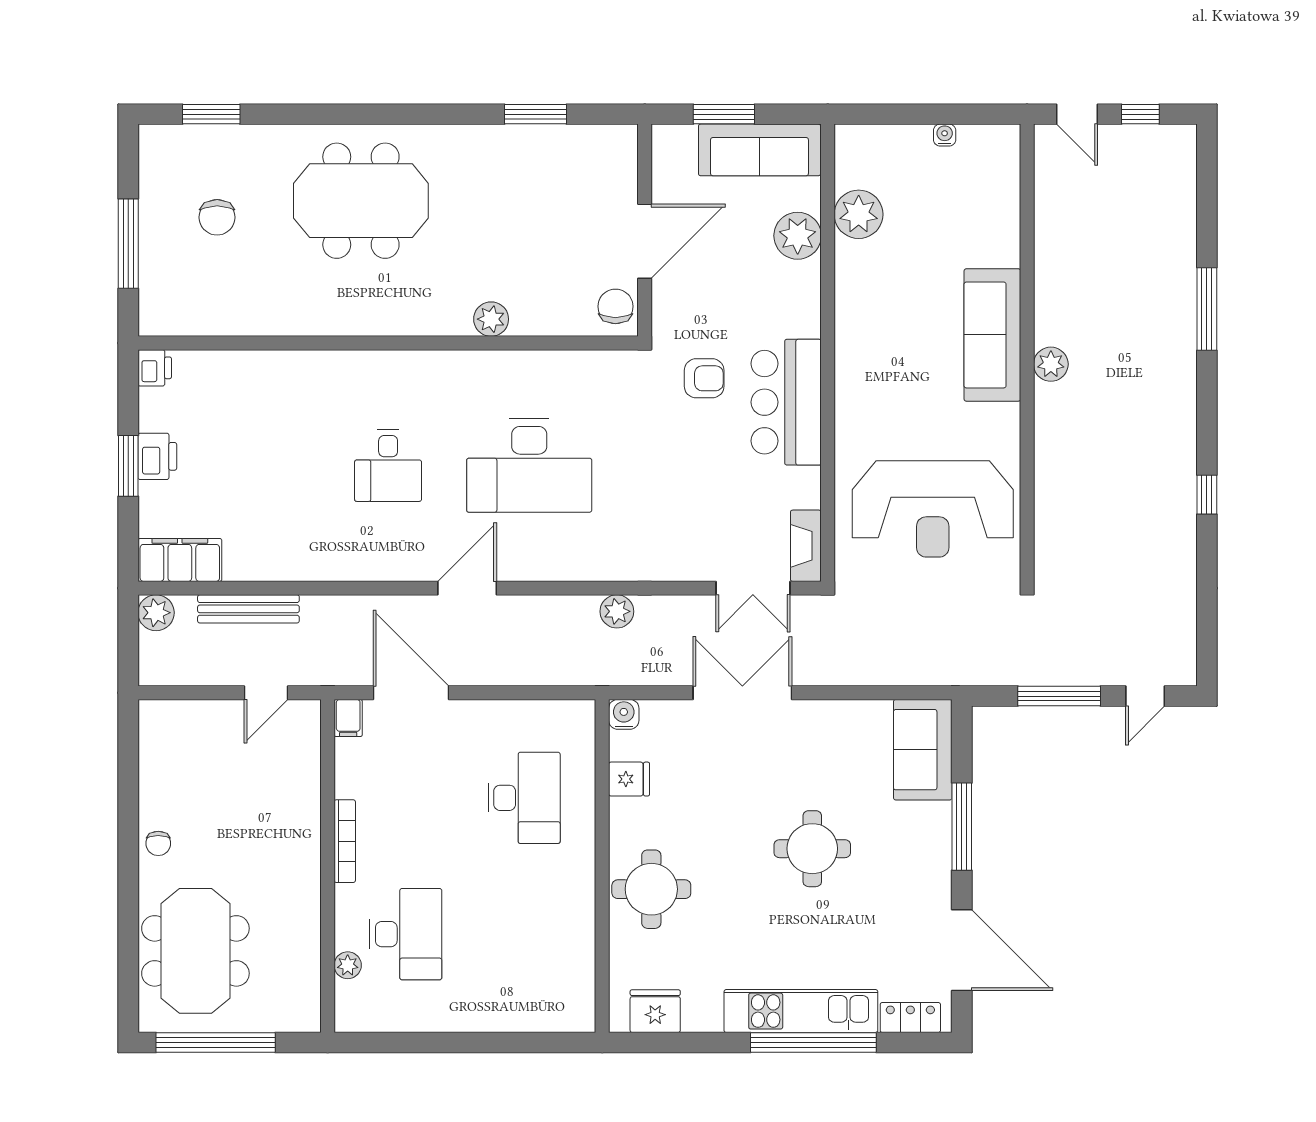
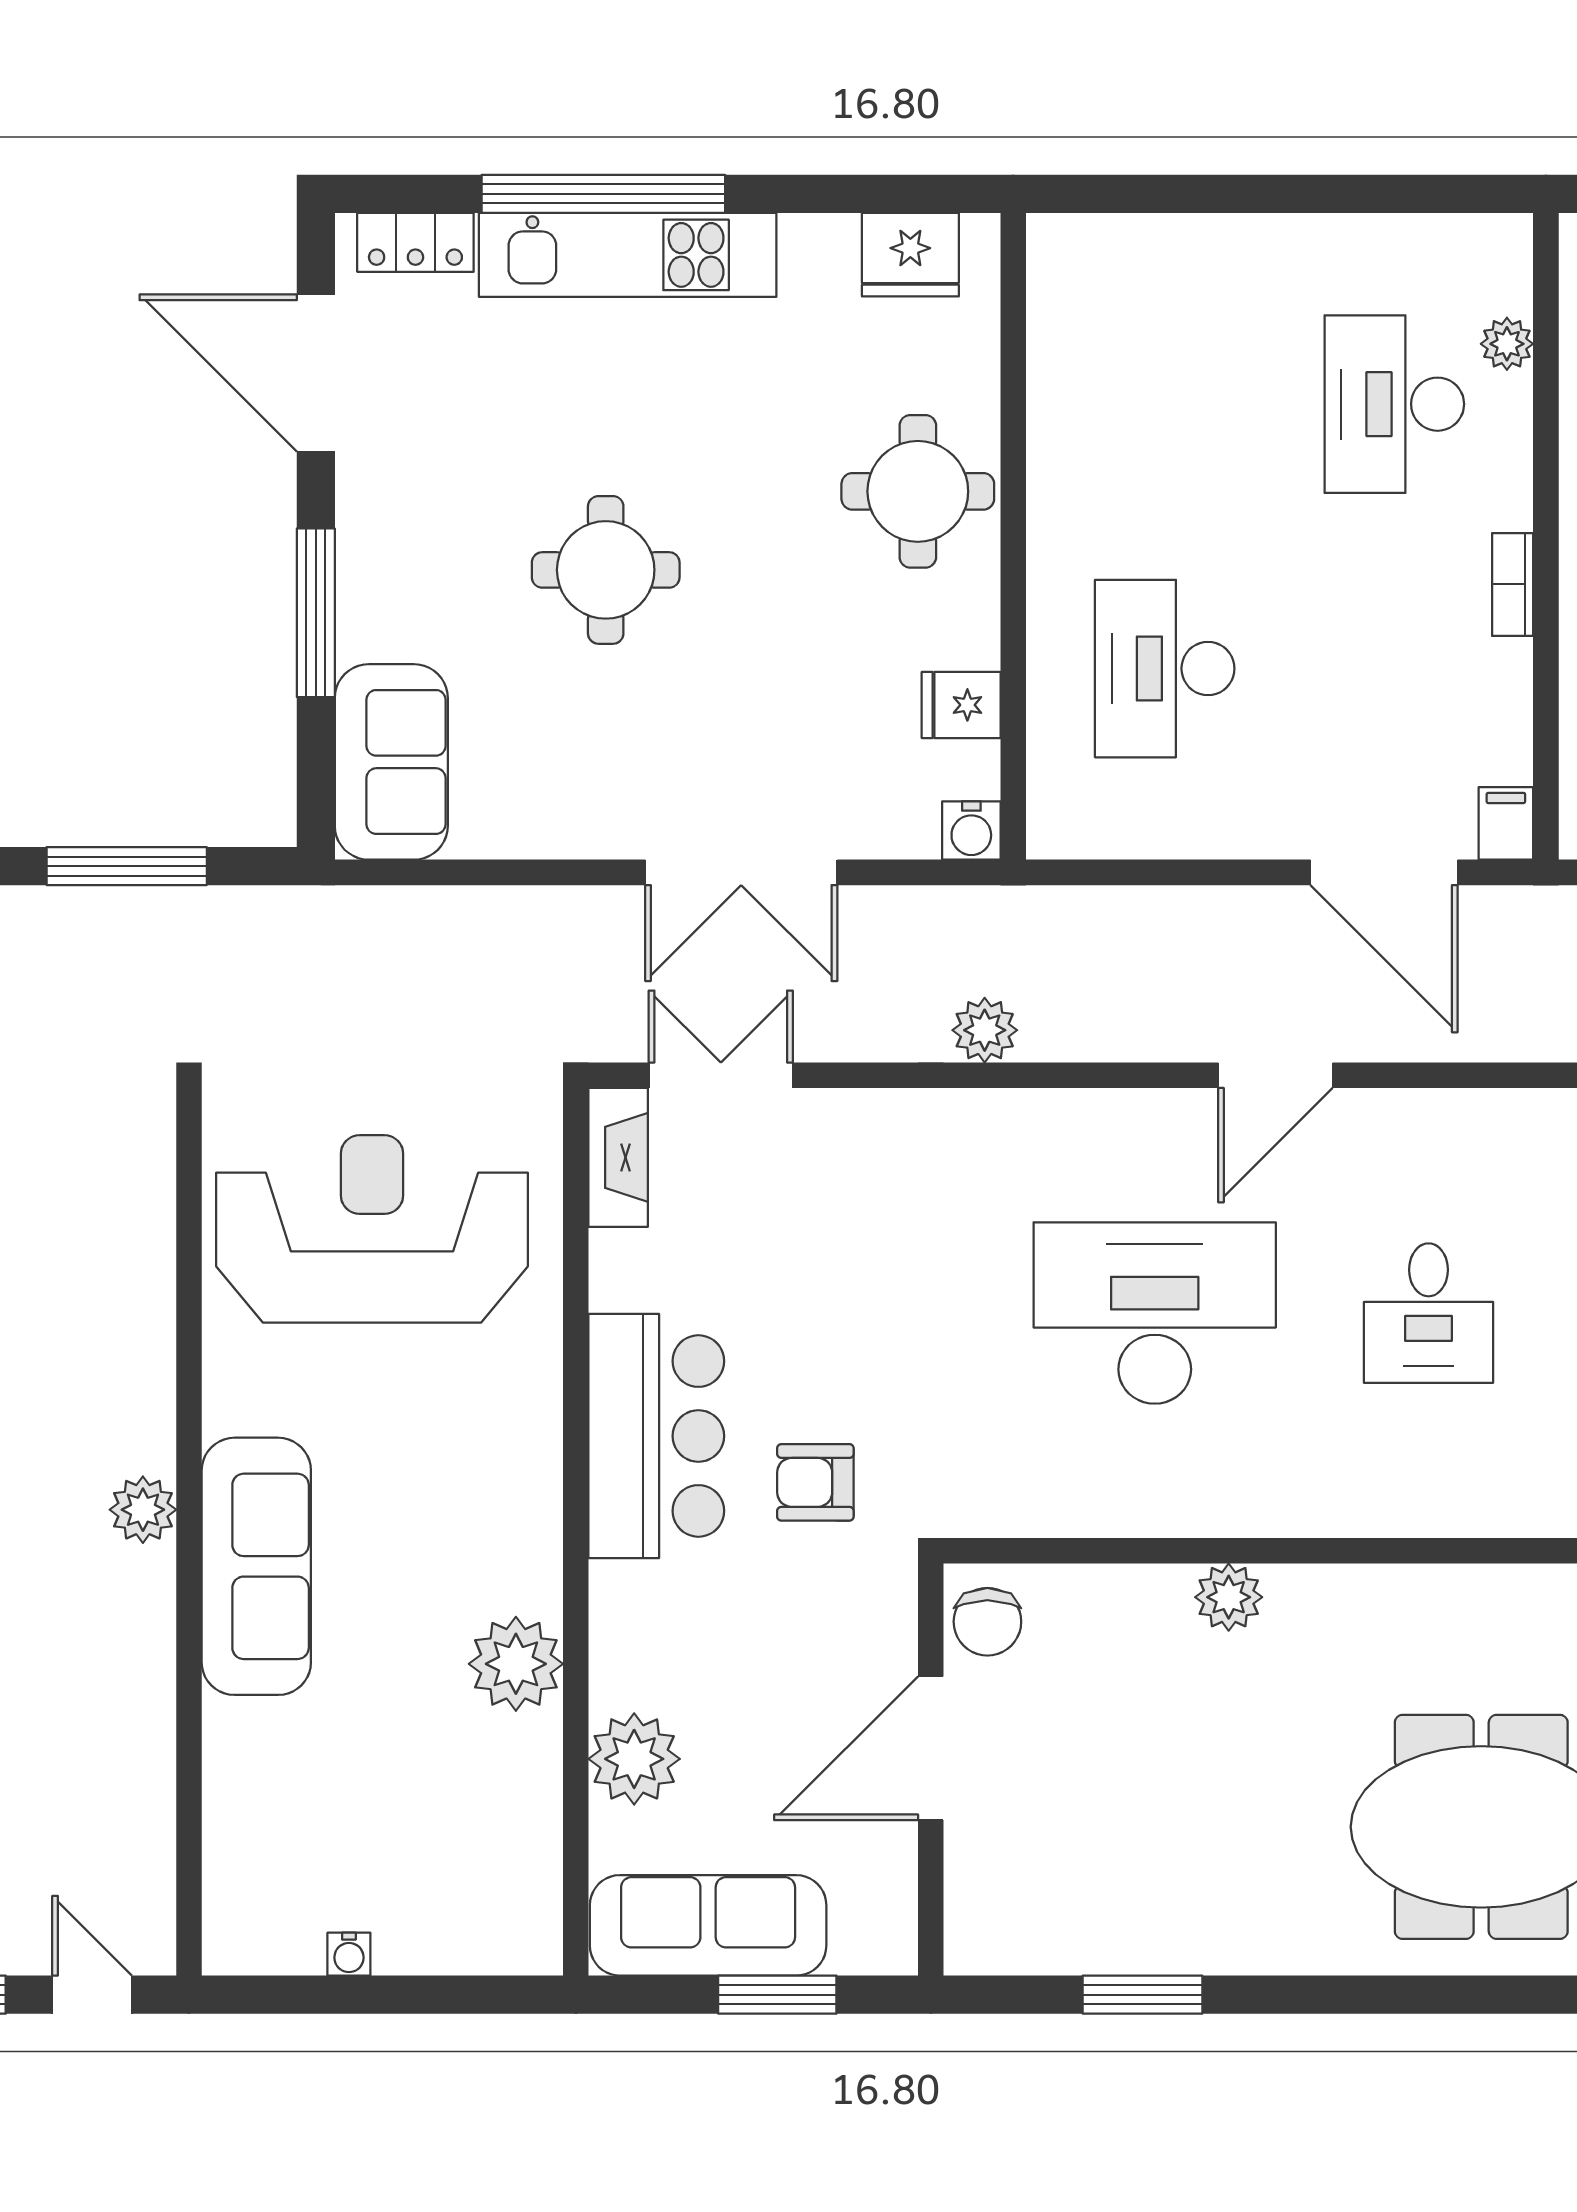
plant: (859, 214) -> (516, 1664), moved
desk: (388, 466) -> (1429, 1313), turned 180
bookcase: (345, 841) -> (1513, 584), width x0.64

